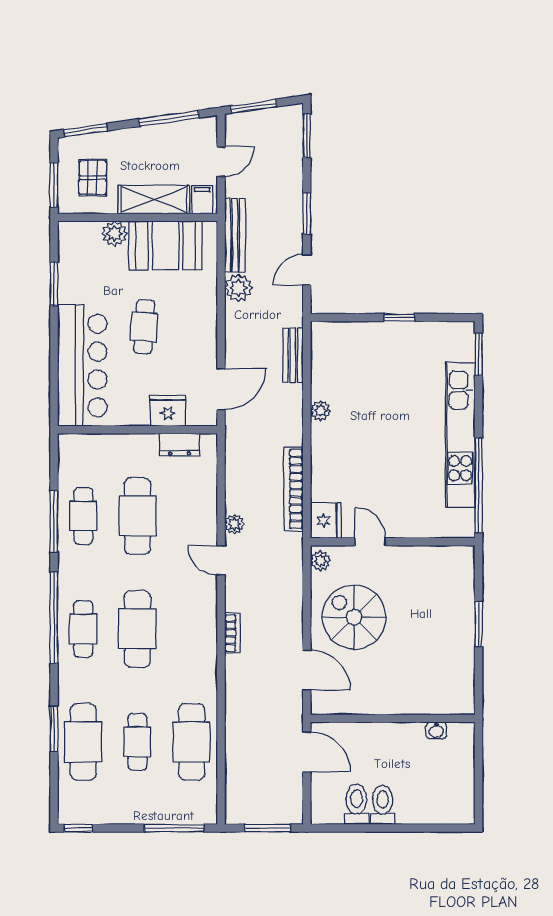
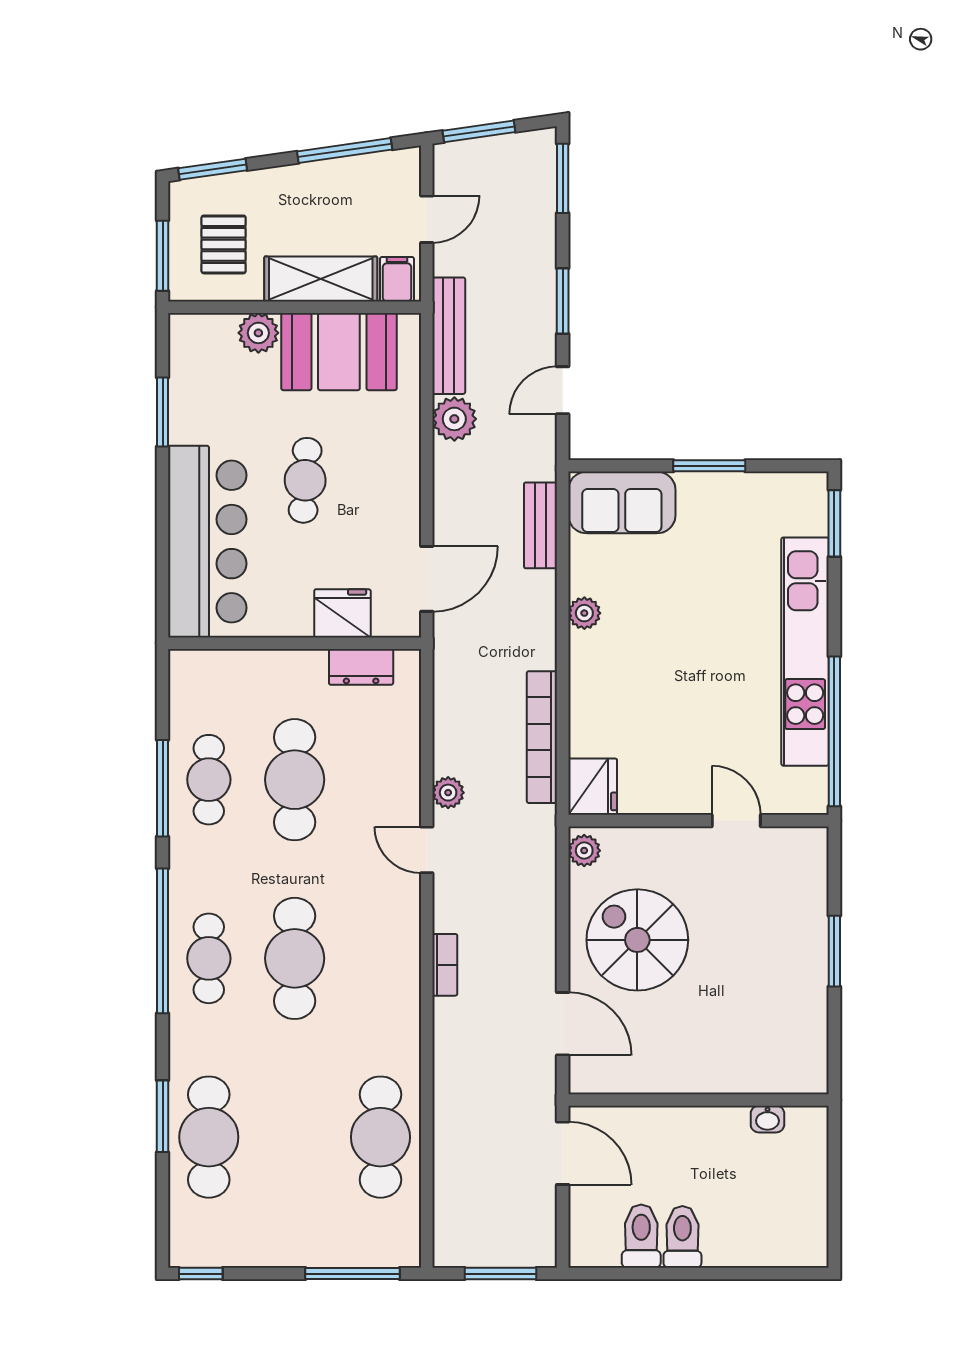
window: (399, 318) -> (709, 466), width x1.50
sofa: (344, 341) -> (622, 502), added
door: (370, 542) -> (736, 821), moved
cafe table: (137, 742) -> (295, 1137), removed

